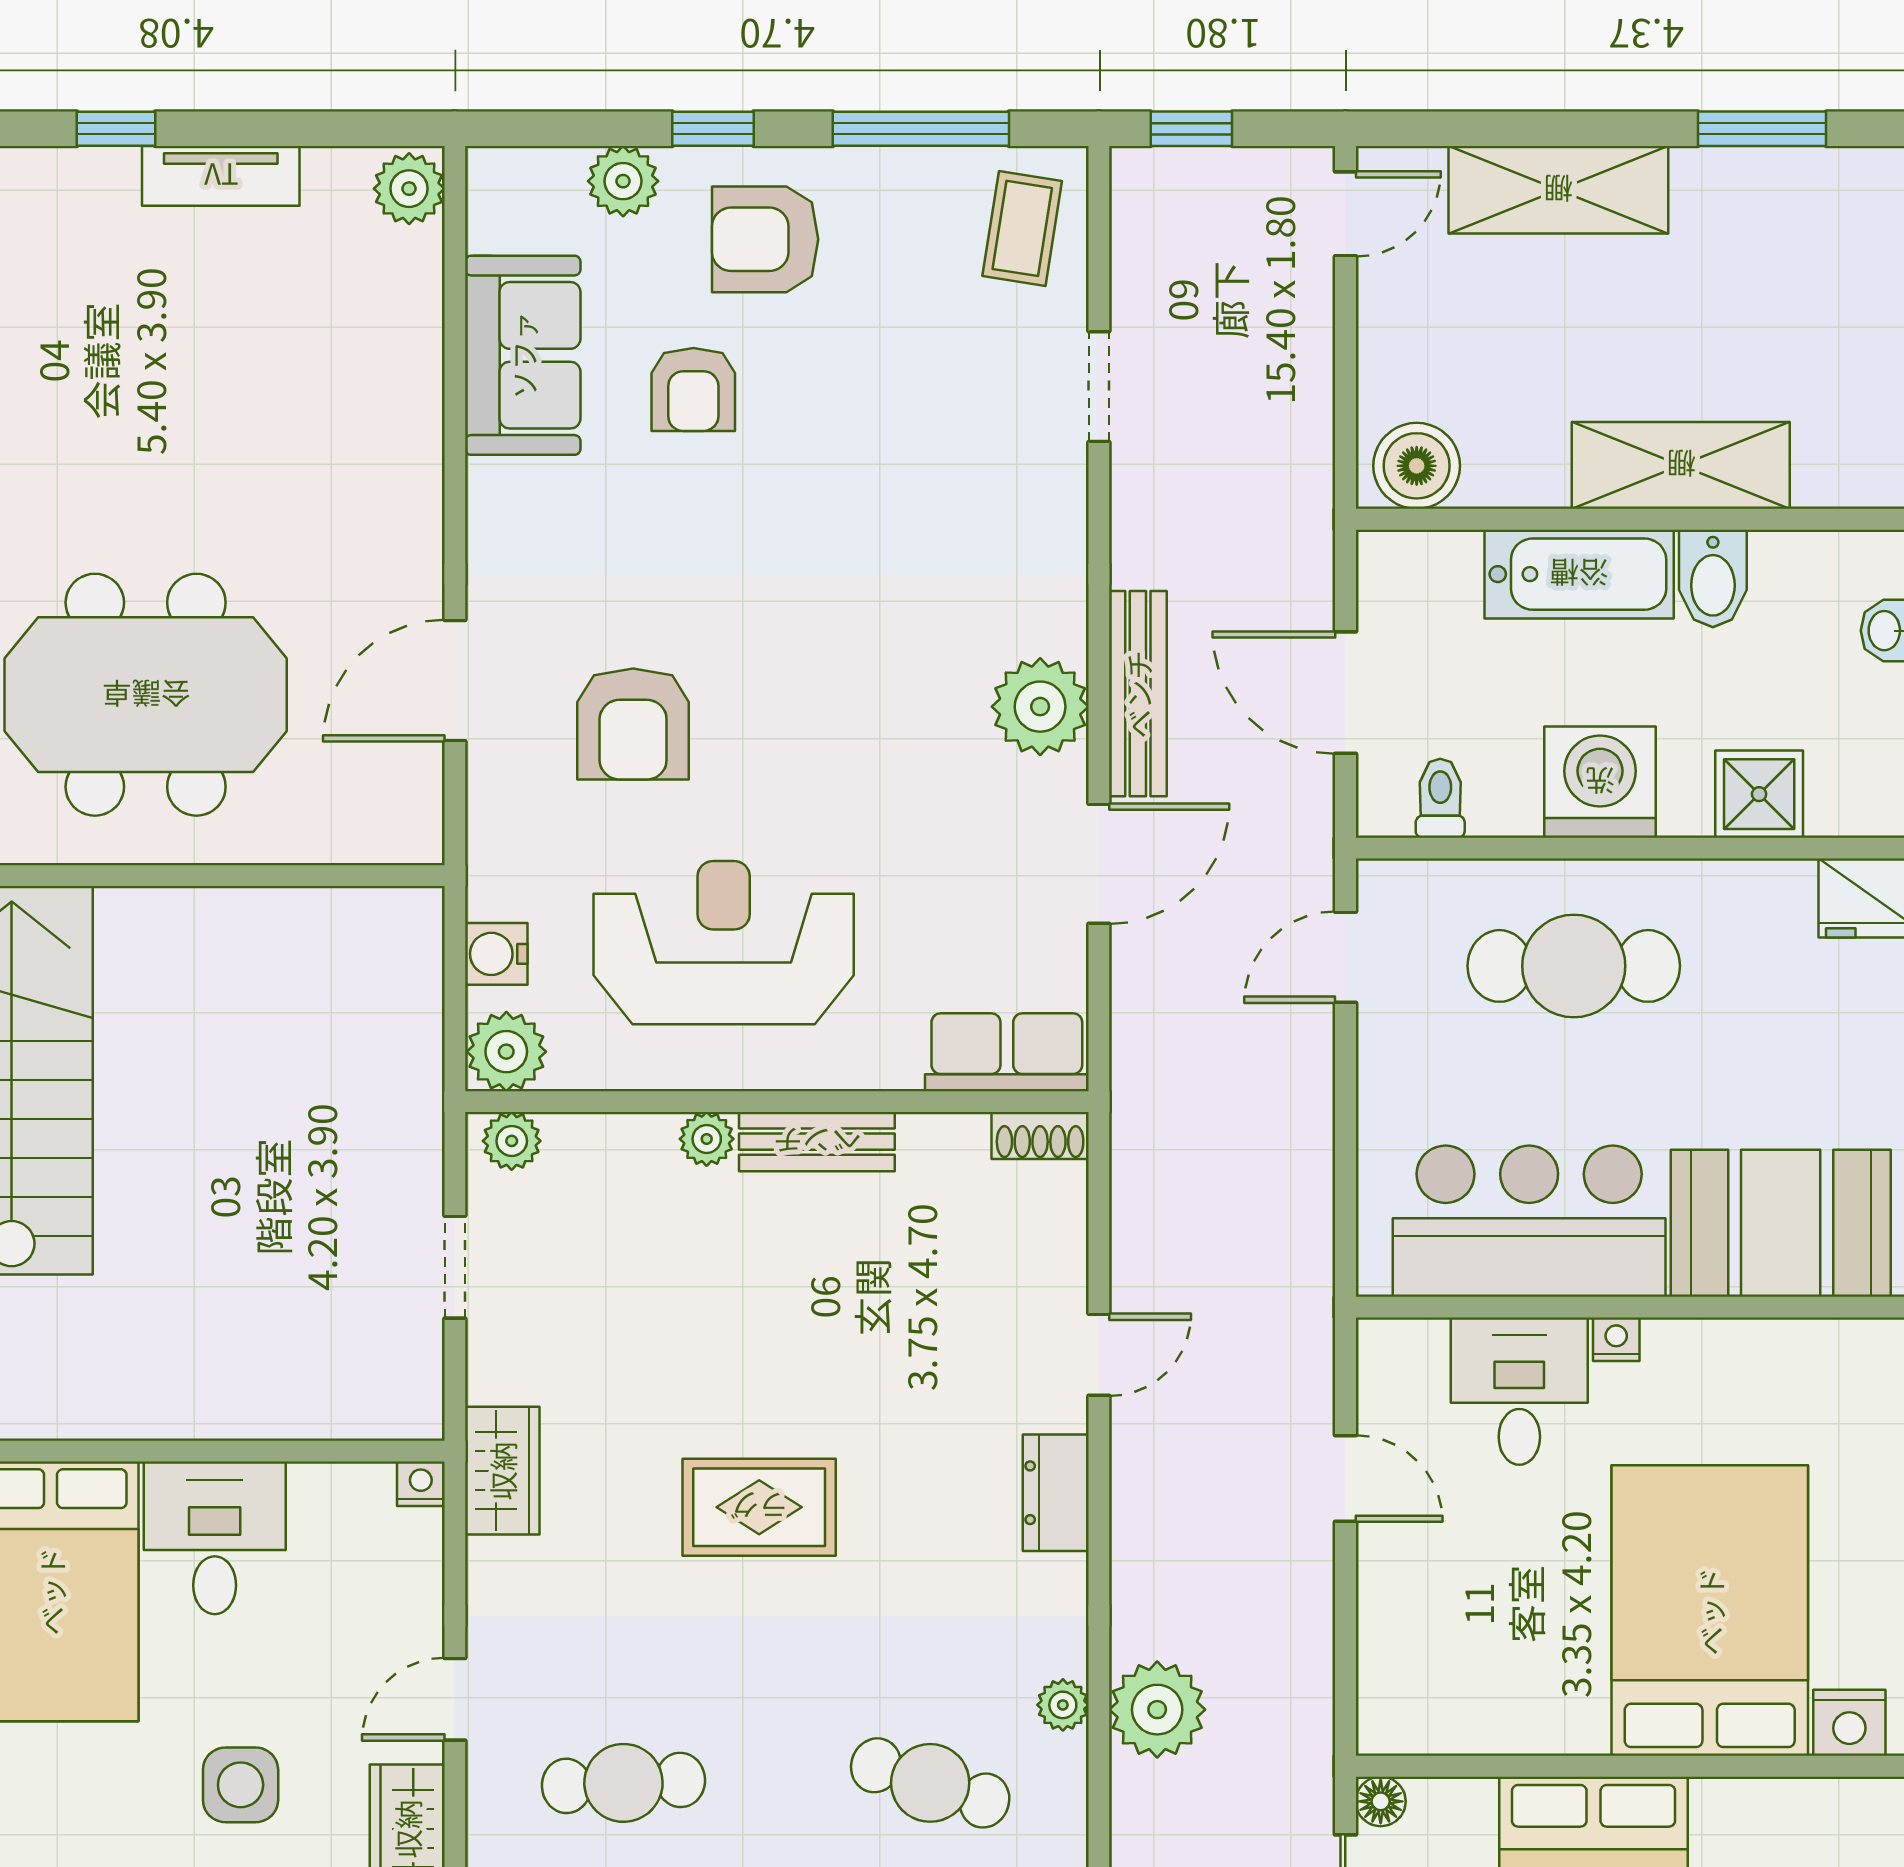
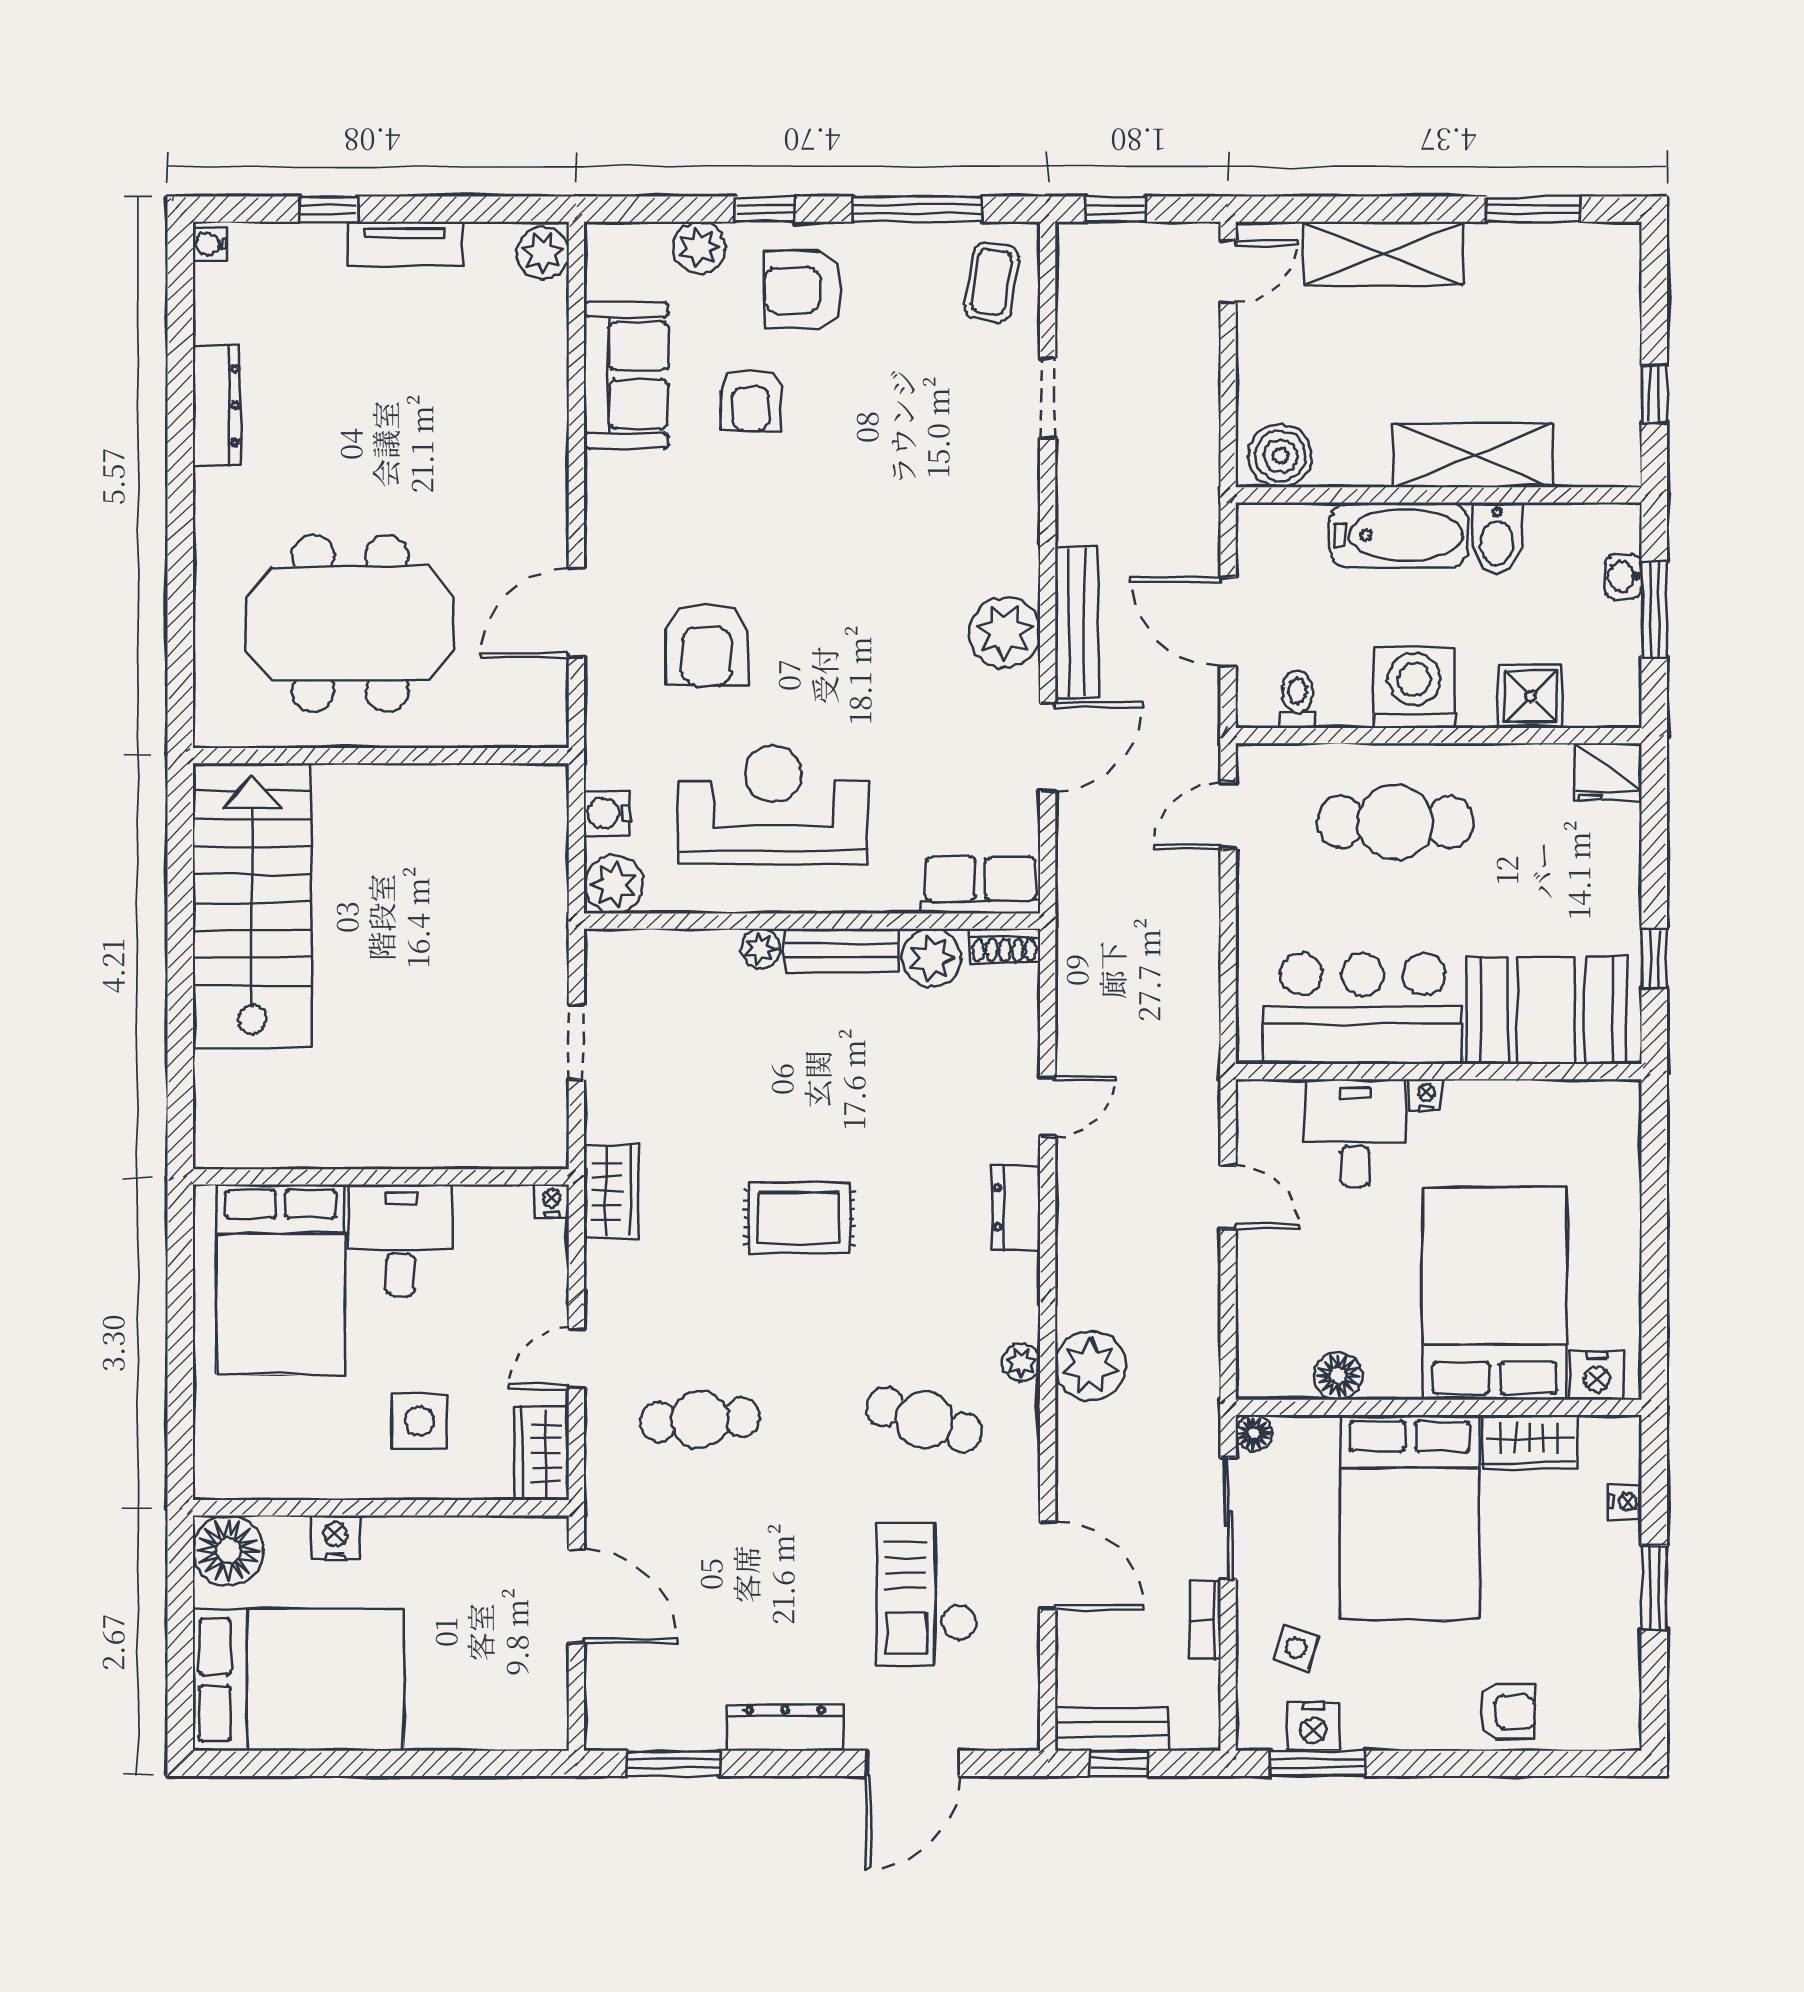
plant: (512, 1141) -> (931, 958), moved, width x1.38, depth x1.38
floor lamp: (1496, 1723) -> (1338, 1376), added
wardrobe: (1757, 1814) -> (1530, 1442), added

